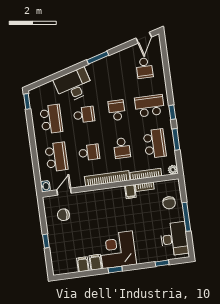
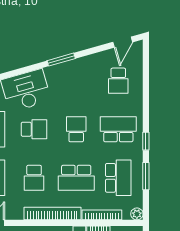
school desk: (122, 148) -> (76, 178), width x1.85
school desk: (89, 152) -> (34, 178), turned 90

